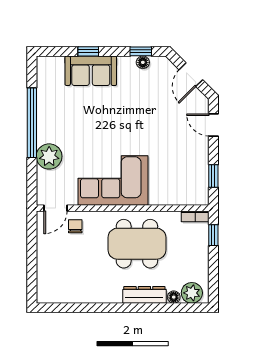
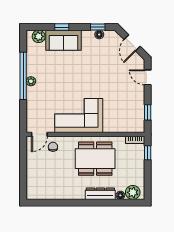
plant: (54, 65) -> (39, 36), added
plant: (49, 156) -> (31, 81), moved, width x0.53, depth x0.53

